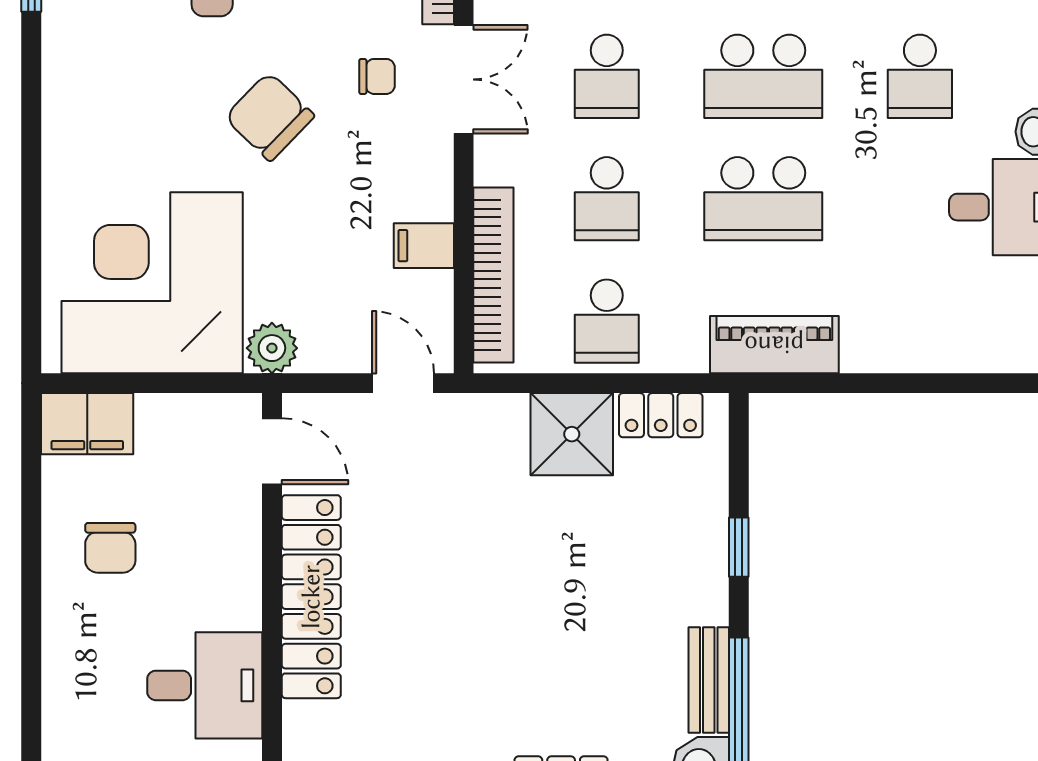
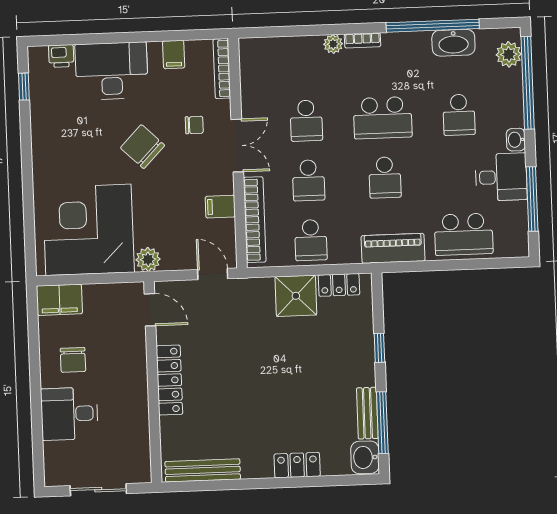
double door: (464, 79) -> (237, 146), moved
school desk: (763, 199) -> (385, 177), width x0.54
school desk: (920, 321) -> (464, 234), added
locker: (311, 597) -> (169, 380), width x0.71, depth x0.83
desk: (205, 685) -> (69, 414), moved, turned 180

